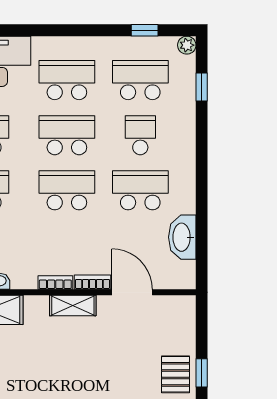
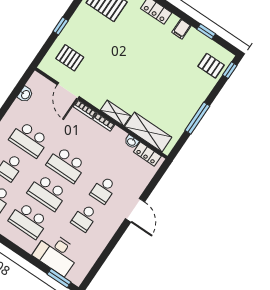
washbasin: (182, 237) -> (25, 95), width x0.52, depth x0.69
shelving: (73, 305) -> (115, 113), moved
pallet: (176, 374) -> (70, 58), moved, turned 90

